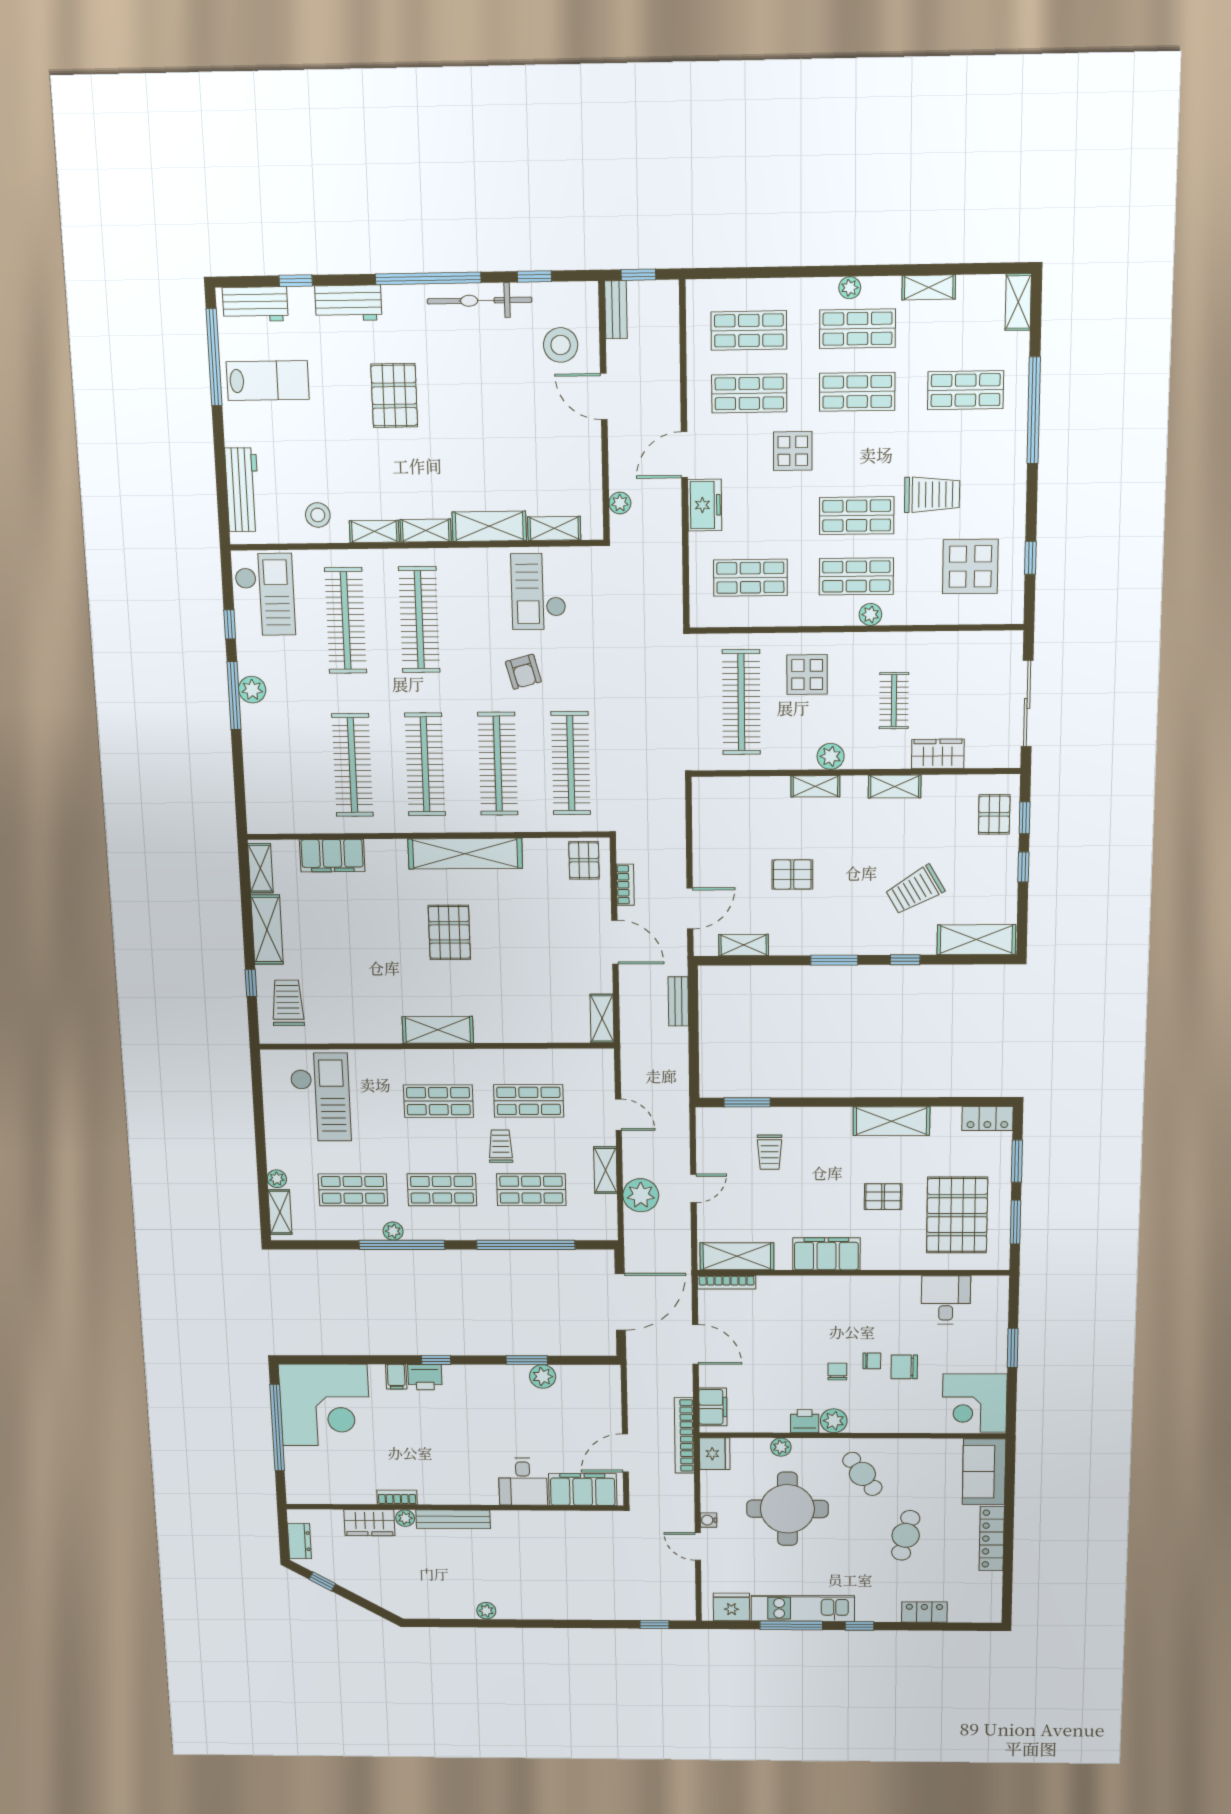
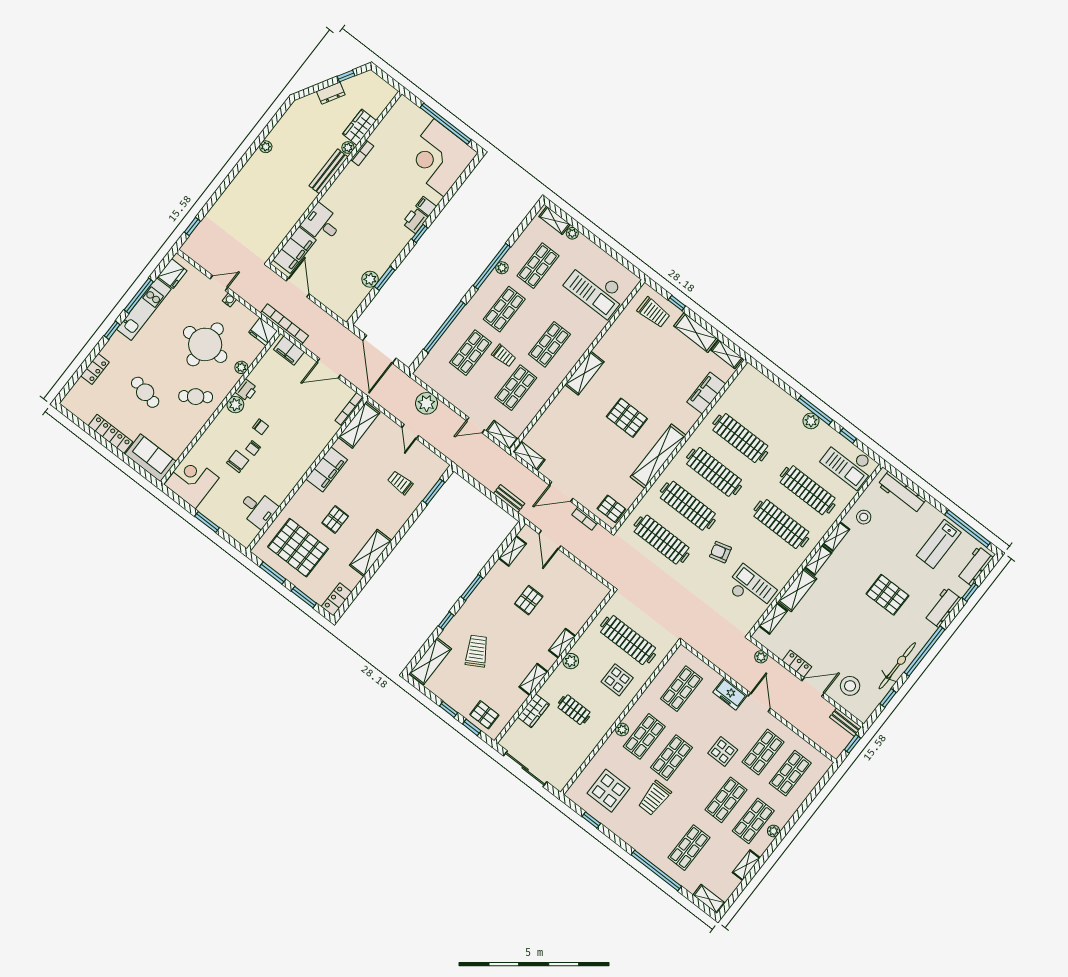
locker: (589, 445) -> (797, 664), added
shelving: (605, 1170) -> (502, 435), moved
dresser: (299, 1541) -> (331, 93), moved, turned -60

